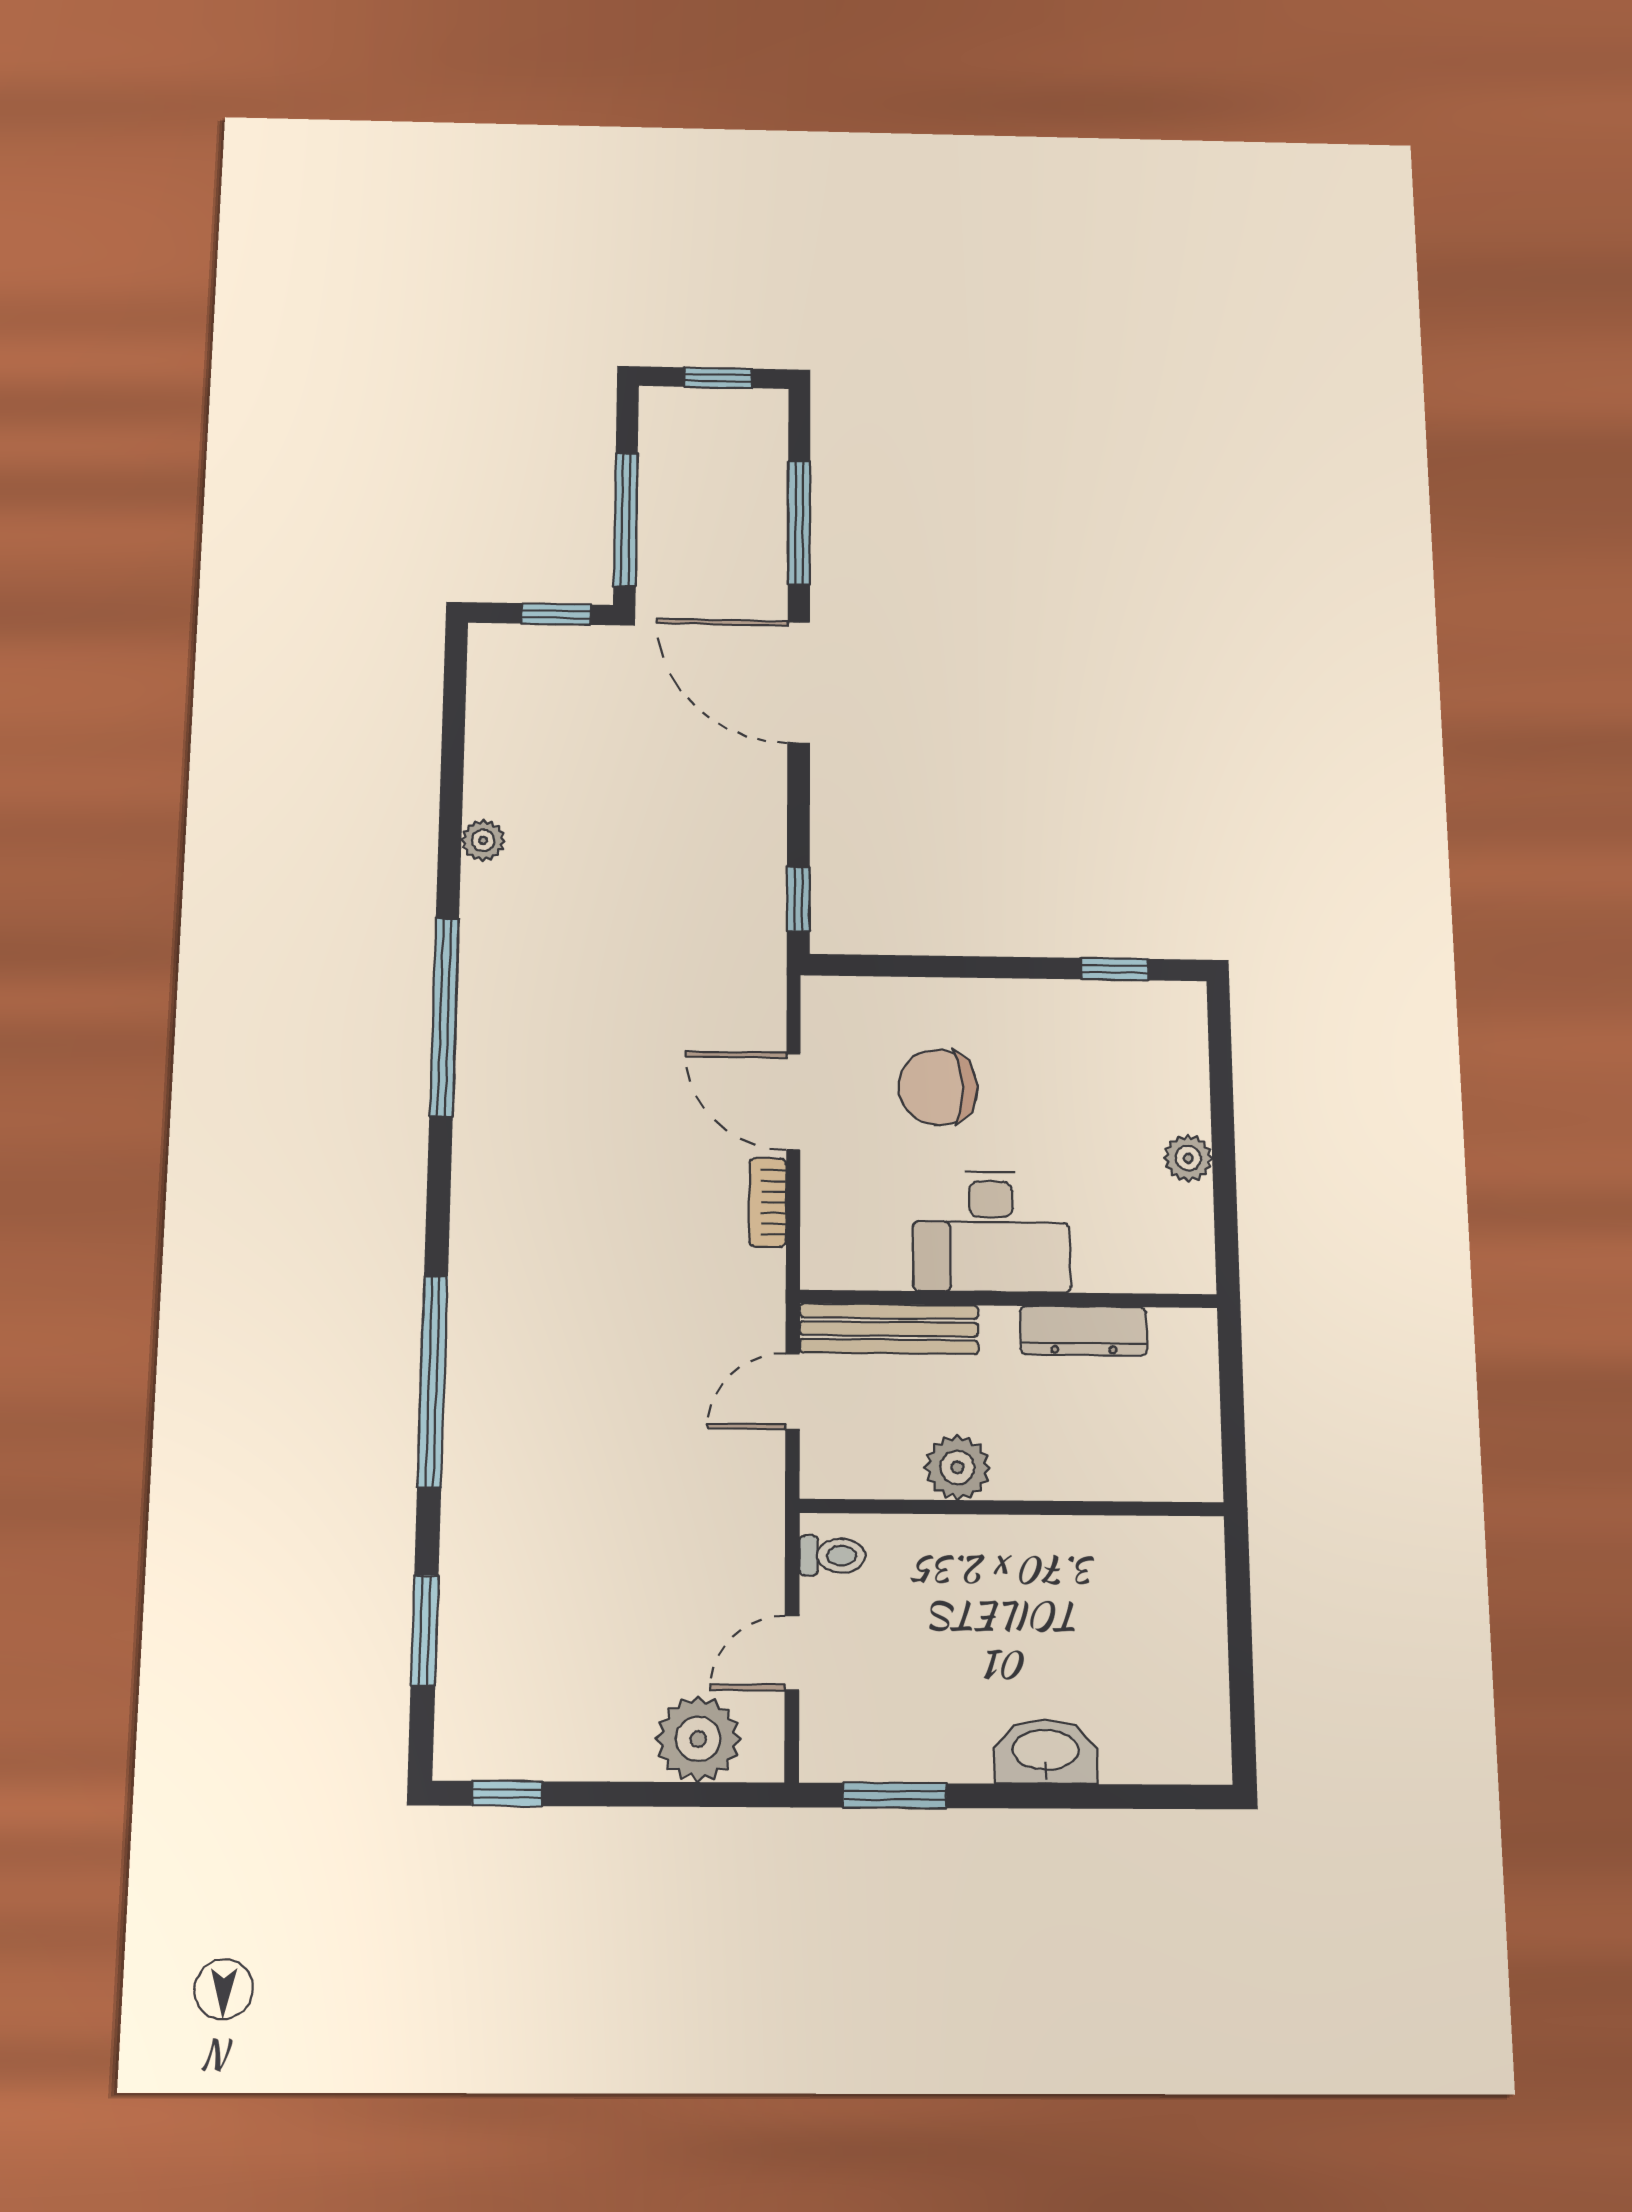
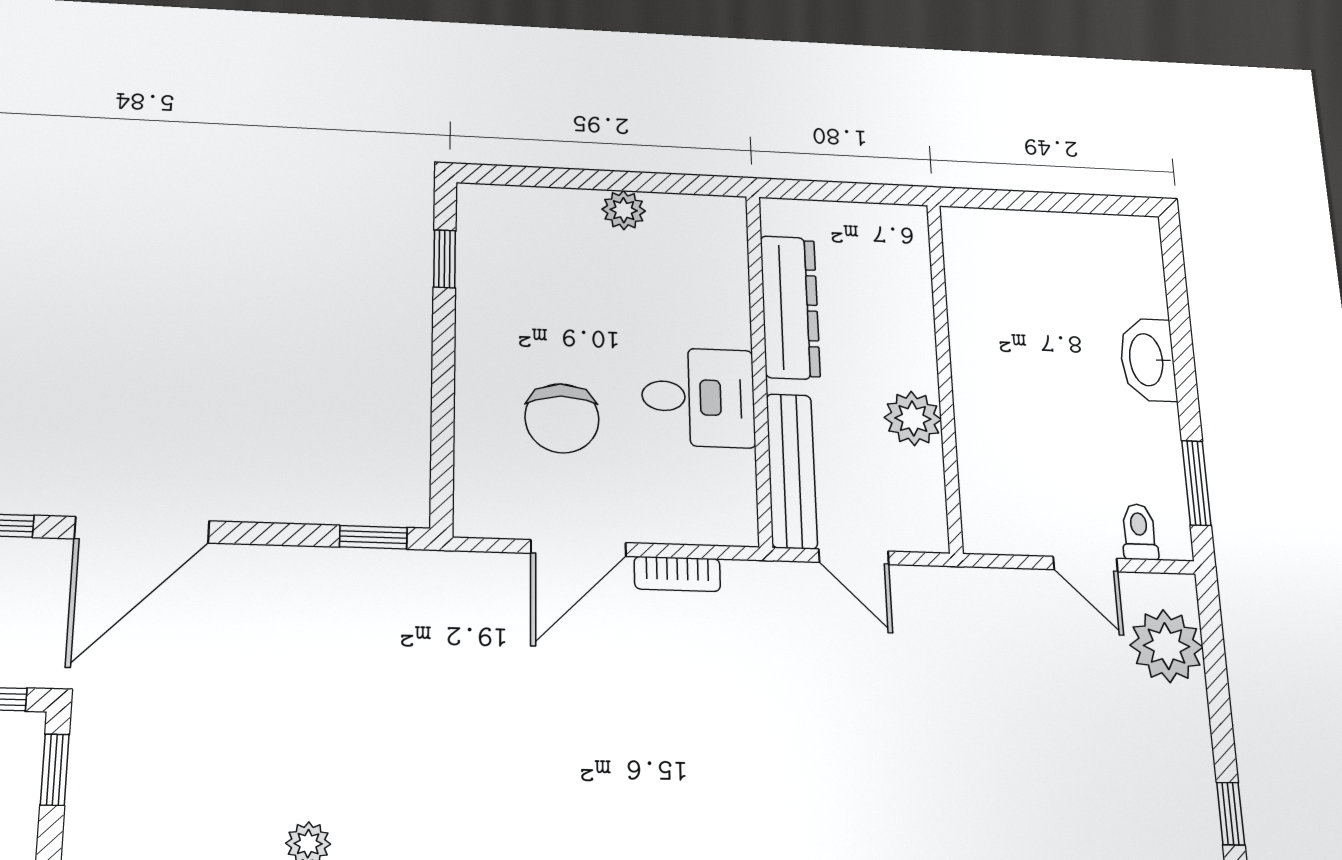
desk: (991, 1232) -> (698, 397), width x0.73
dresser: (1083, 1331) -> (790, 307), width x1.37, depth x1.24
toilet: (832, 1556) -> (1139, 532), moved

